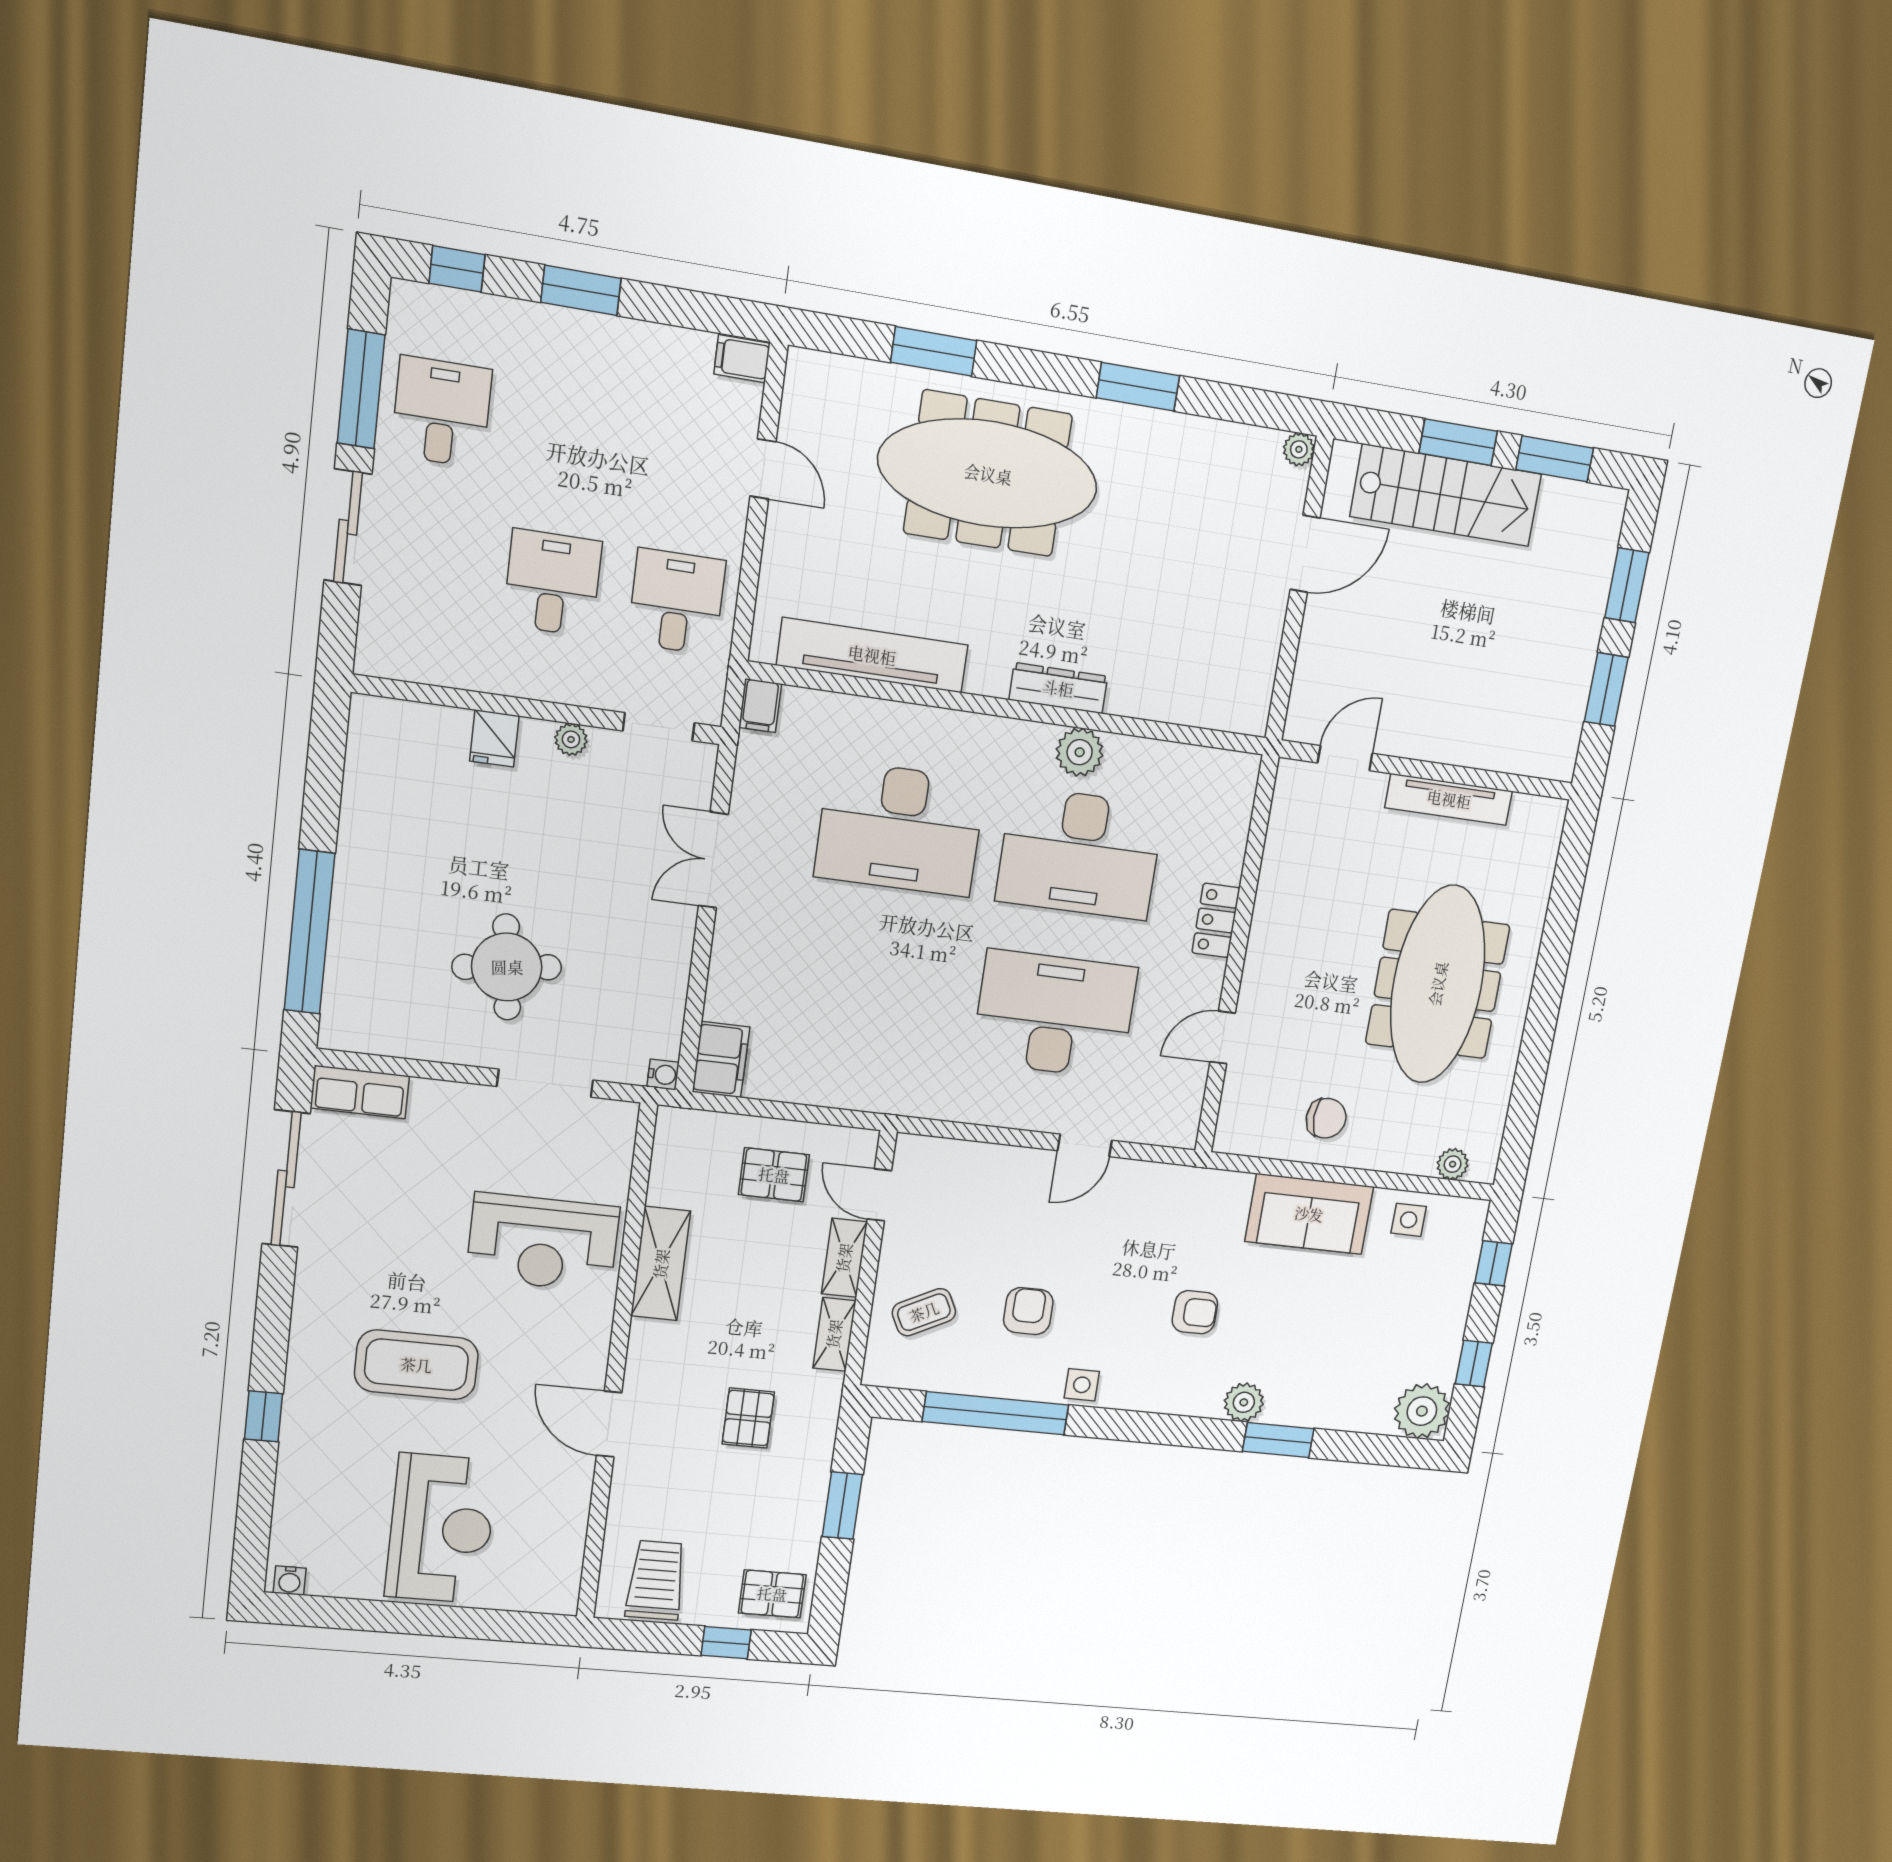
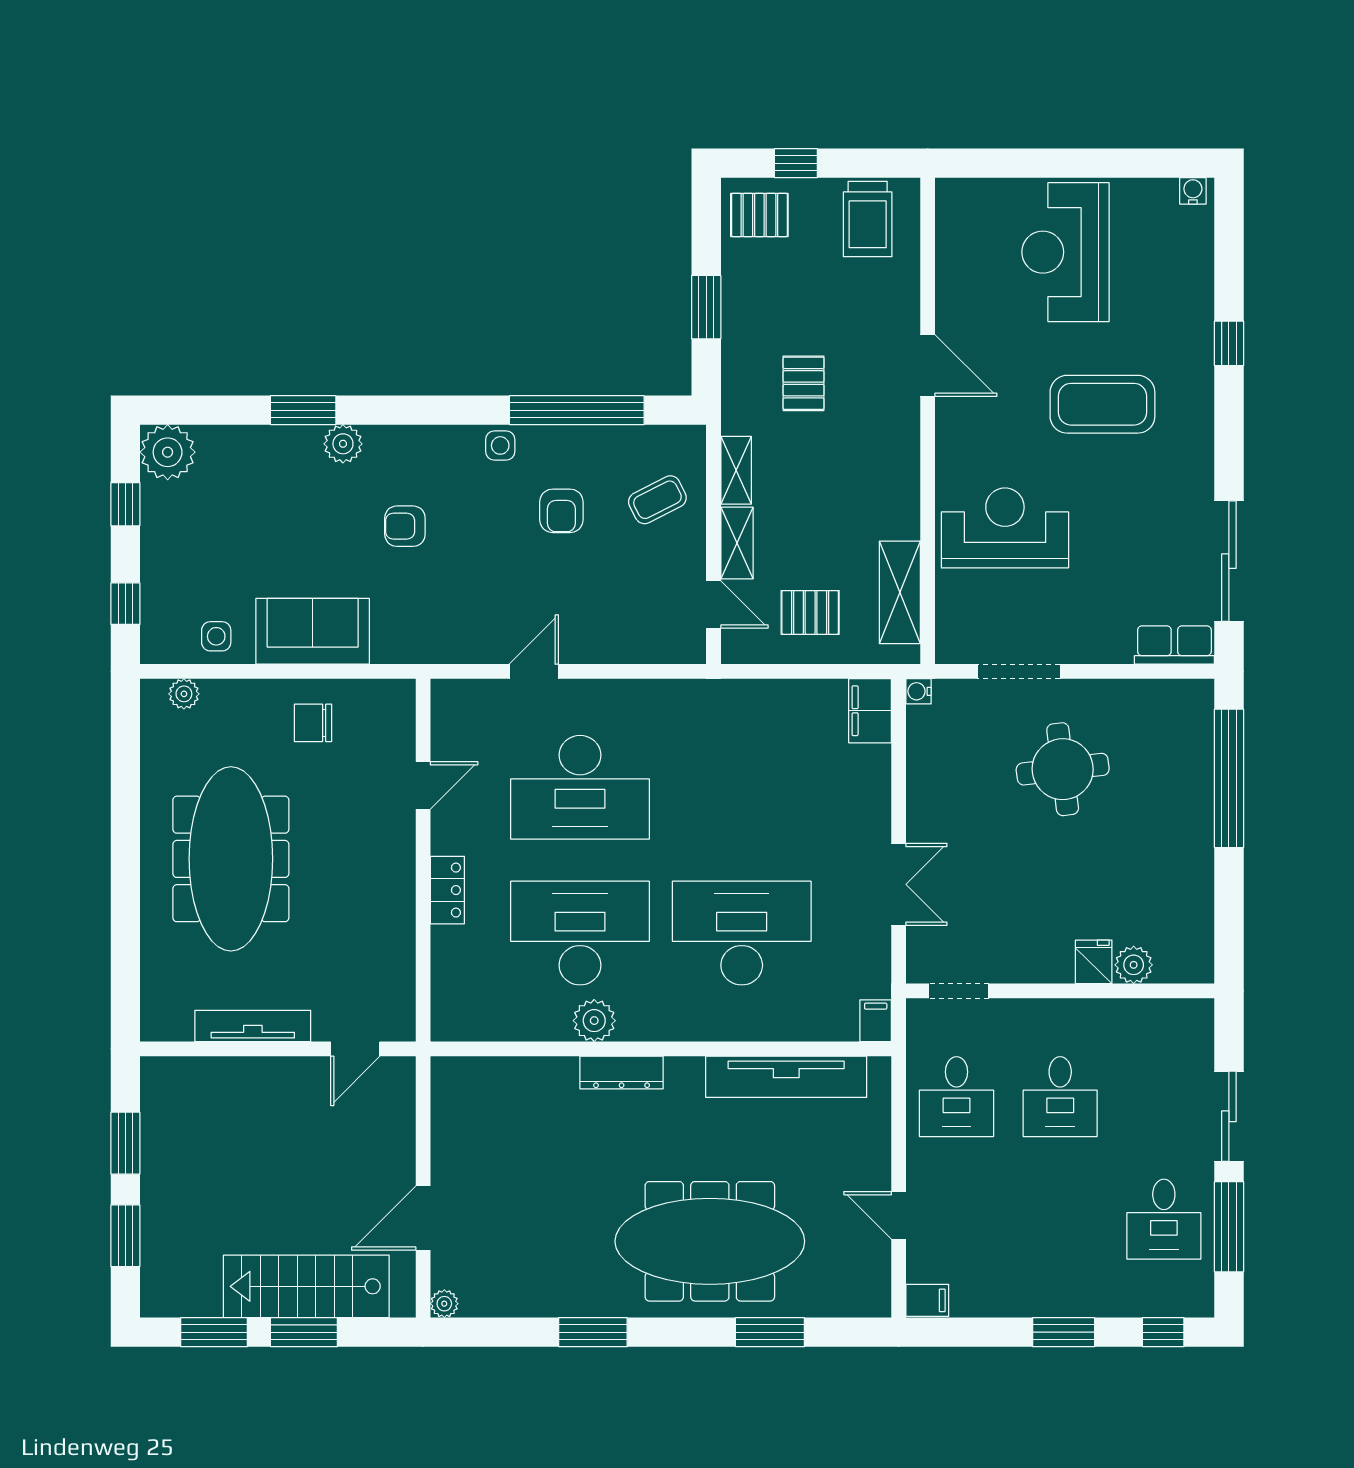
plant: (571, 739) -> (1134, 965), moved, width x1.38, depth x1.38
shelving: (661, 1264) -> (900, 592), moved

